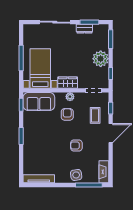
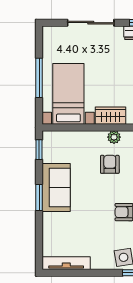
sofa: (39, 101) -> (56, 188), moved, turned -90

